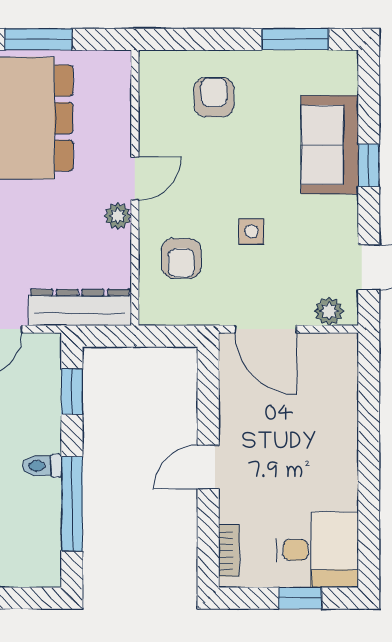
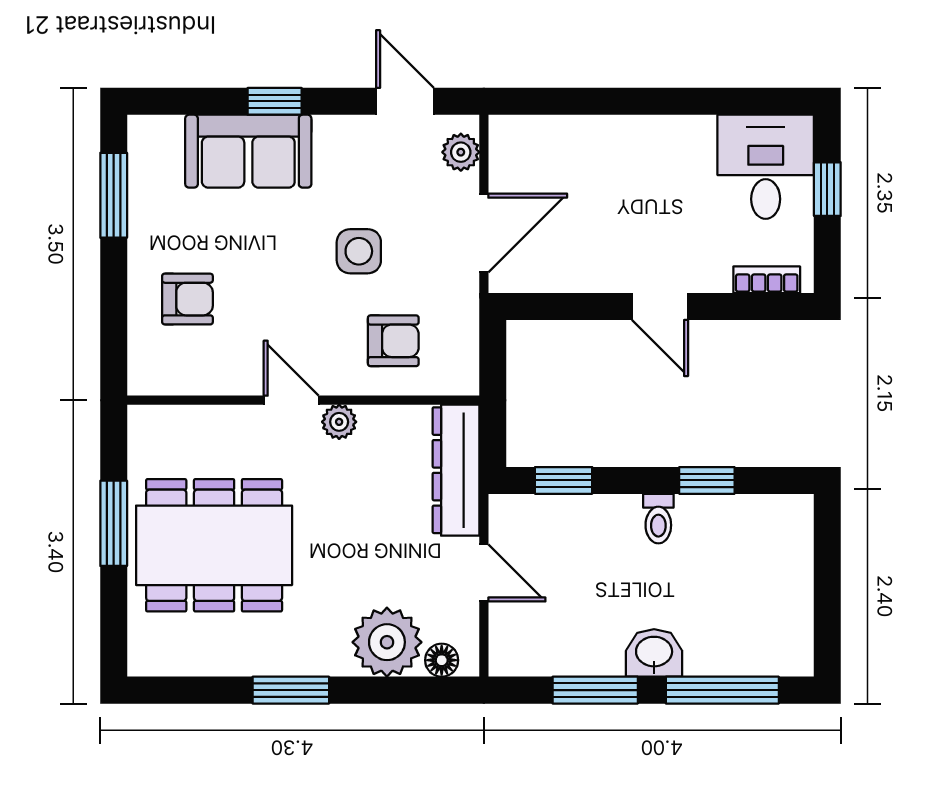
armchair: (214, 97) -> (187, 299), turned 180
side table: (251, 231) -> (359, 251), width x1.37, depth x1.37
window: (72, 504) -> (707, 480), width x0.46

